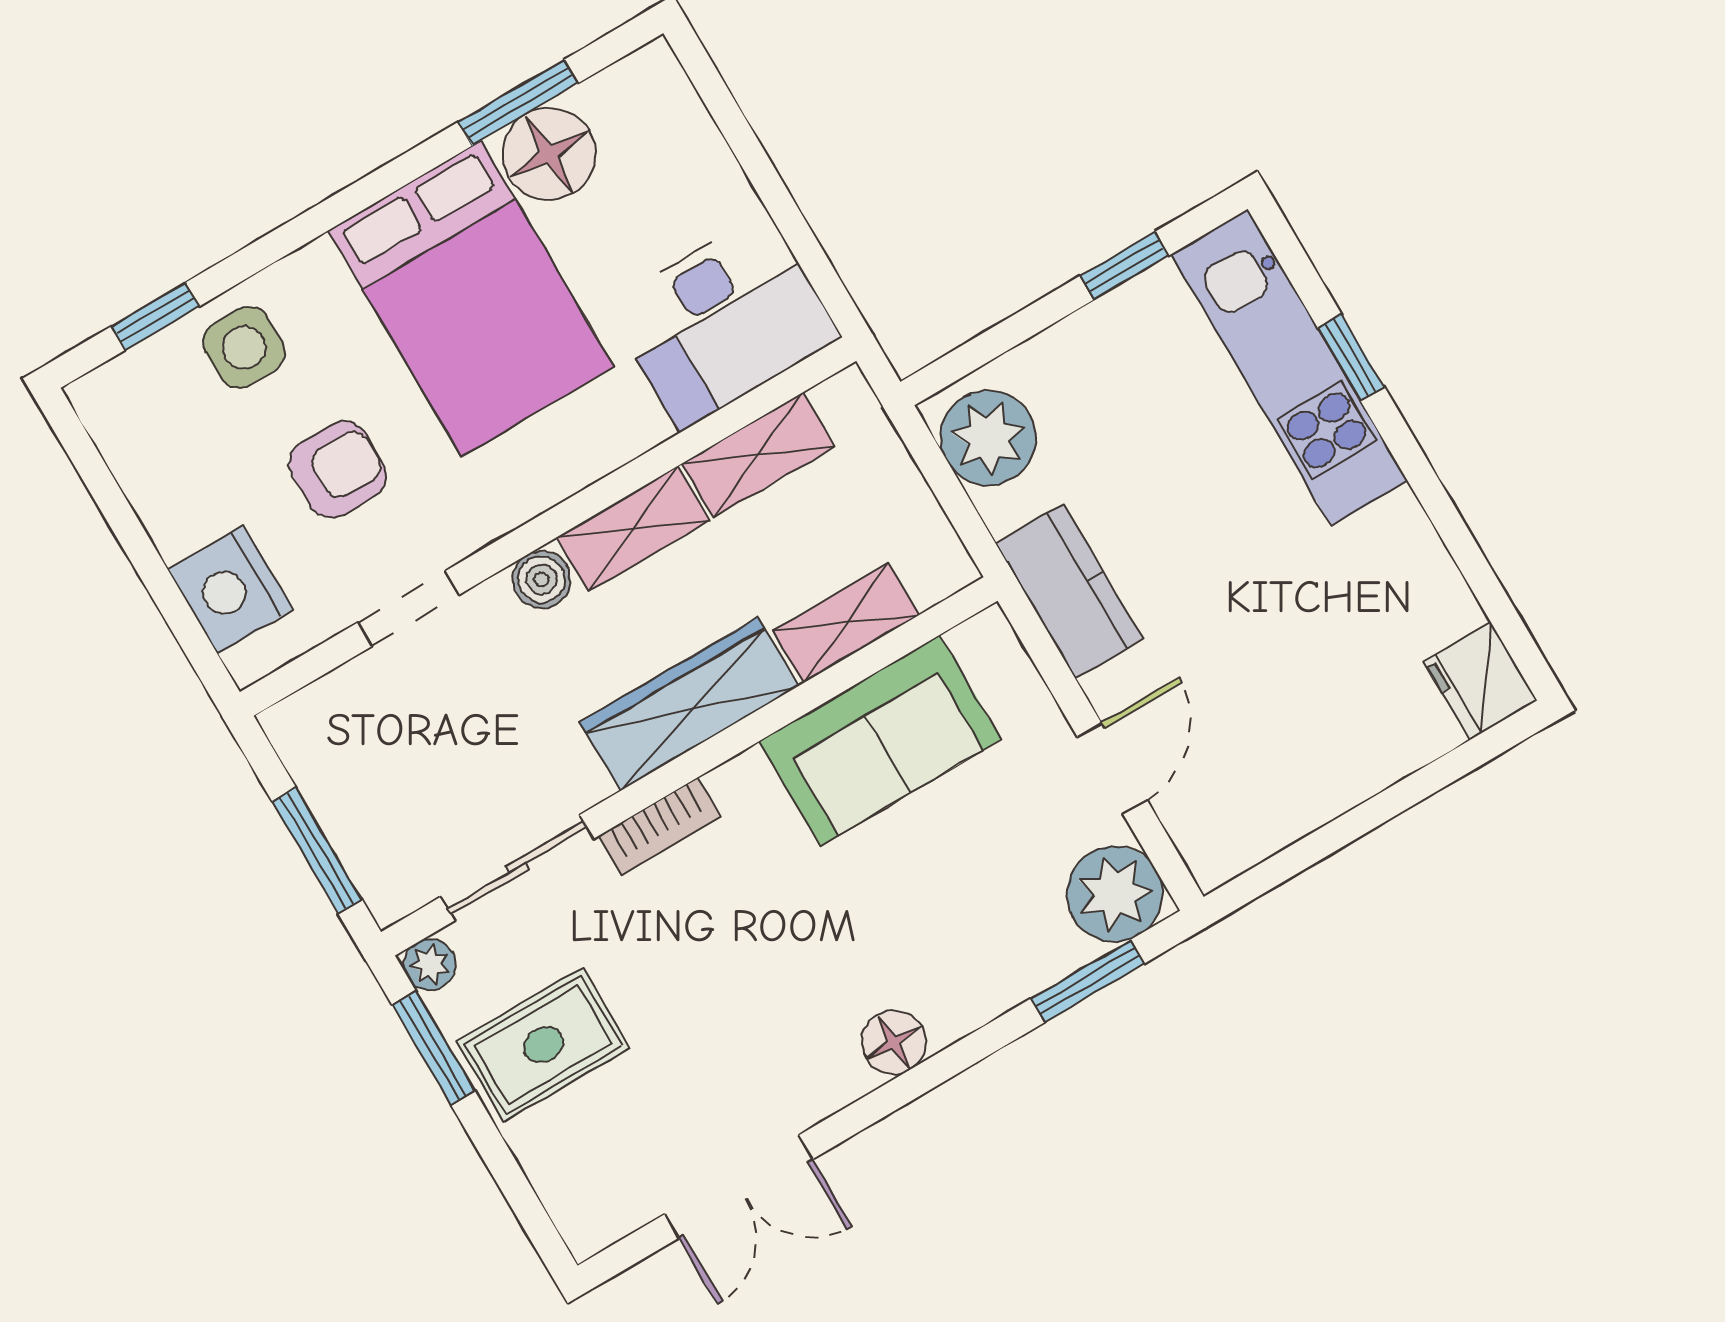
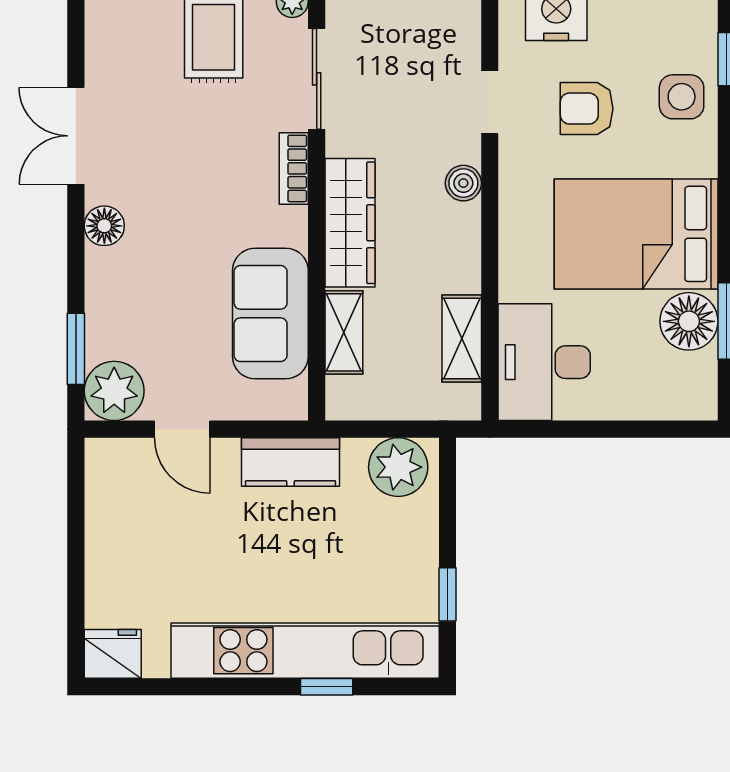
kitchen unit: (1289, 368) -> (305, 651), width x1.36
armchair: (338, 470) -> (587, 109), turned 90
shelving: (633, 529) -> (462, 248), removed
double door: (739, 1187) -> (76, 136), moved

